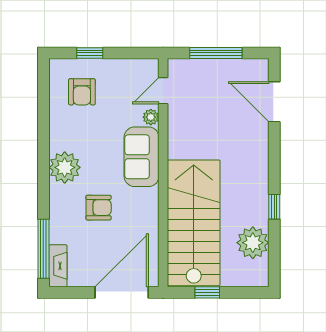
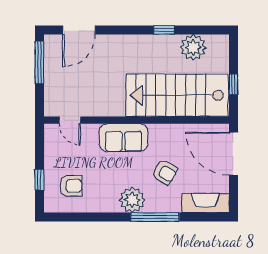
window: (216, 53) -> (39, 62), moved
plant: (151, 117) -> (91, 130), removed
armchair: (99, 208) -> (165, 172), turned 119
window: (43, 249) -> (155, 217), moved
fireplace: (58, 266) -> (206, 203), width x1.37, depth x1.32

